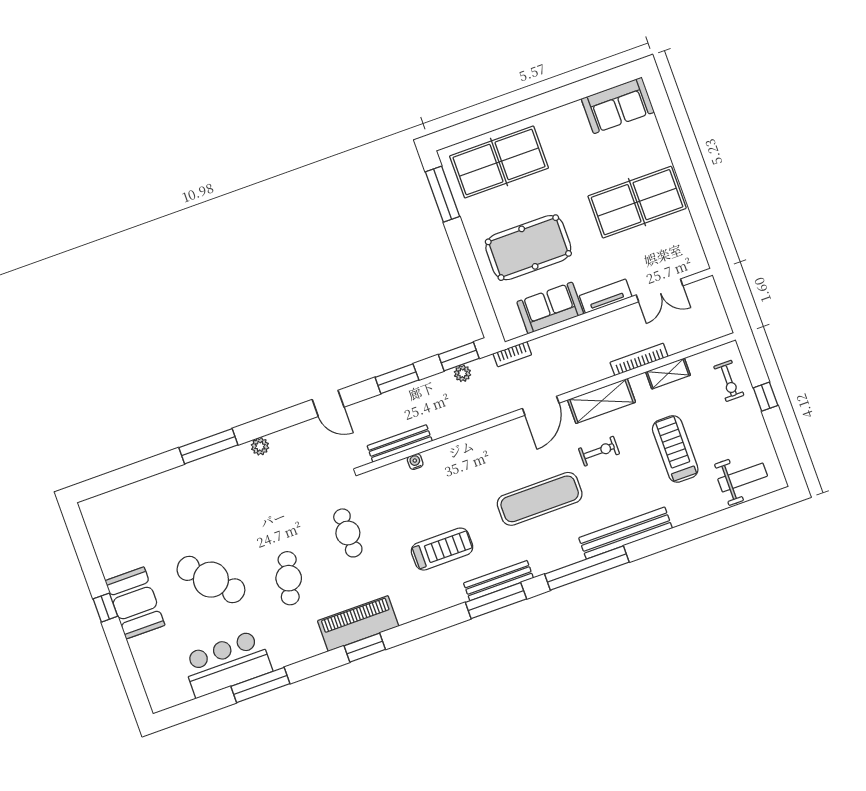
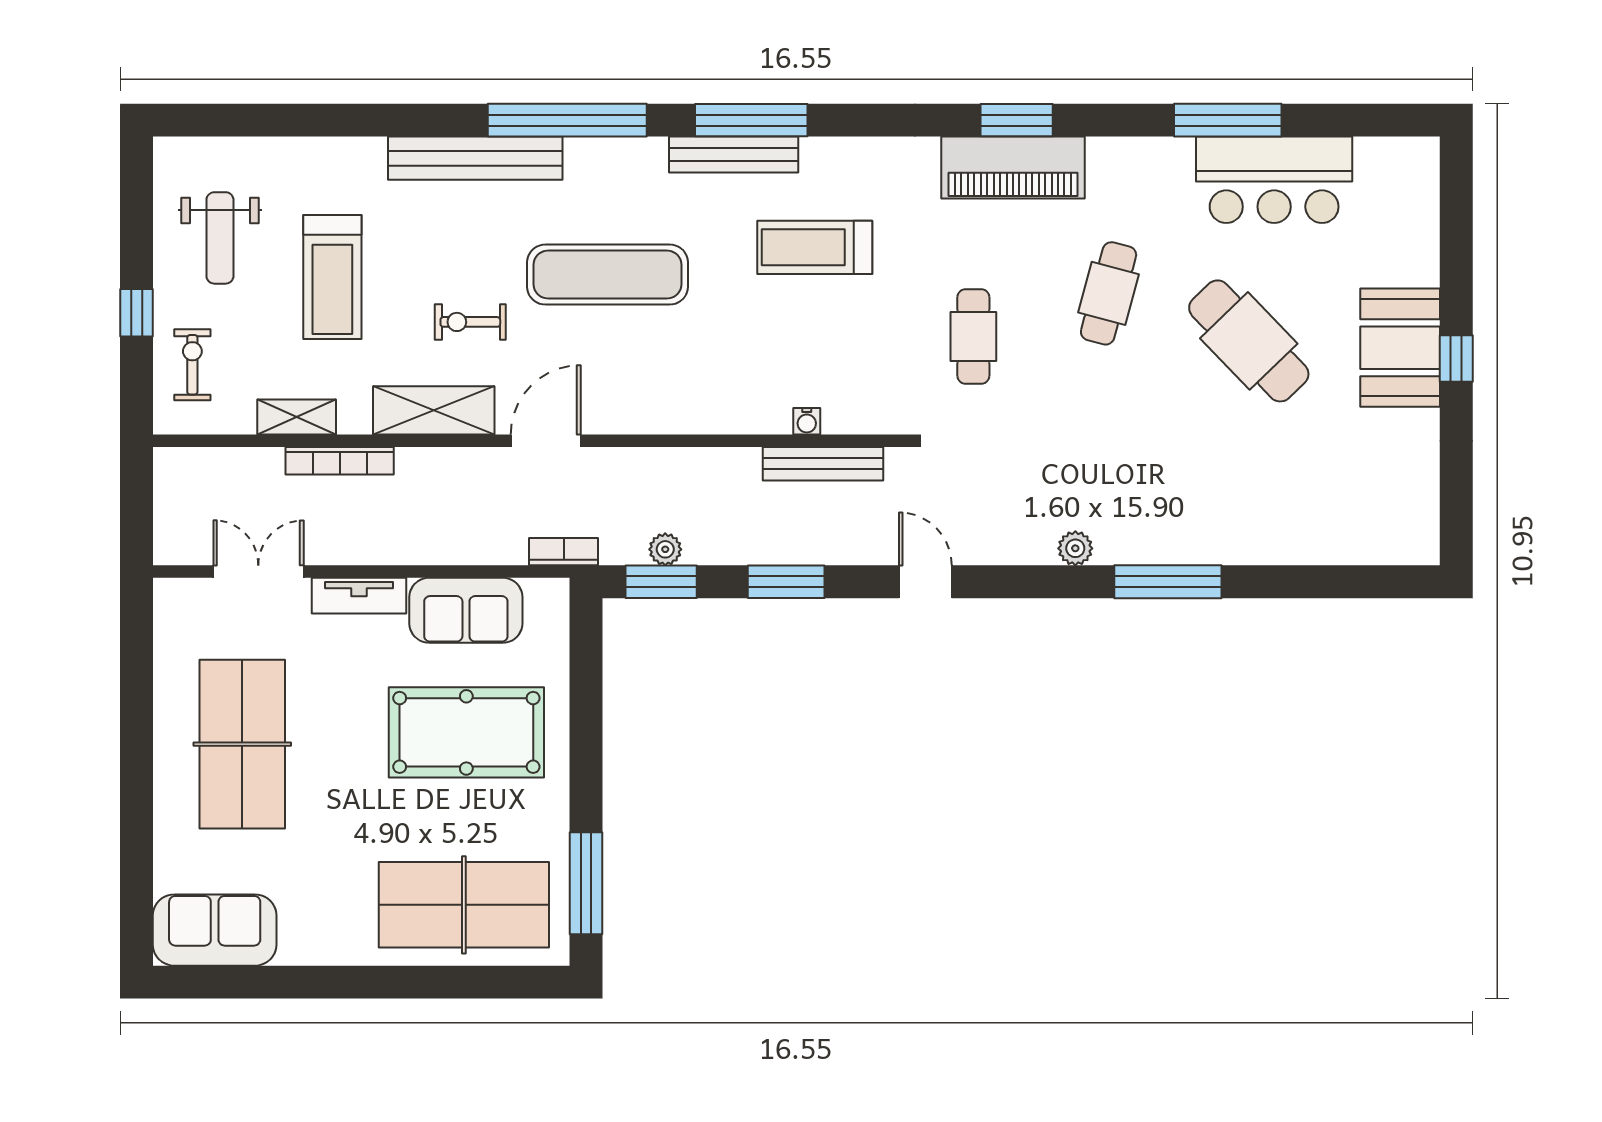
table tennis table: (637, 202) -> (242, 744), turned 90
weight bench: (743, 478) -> (220, 238), moved, turned -90

